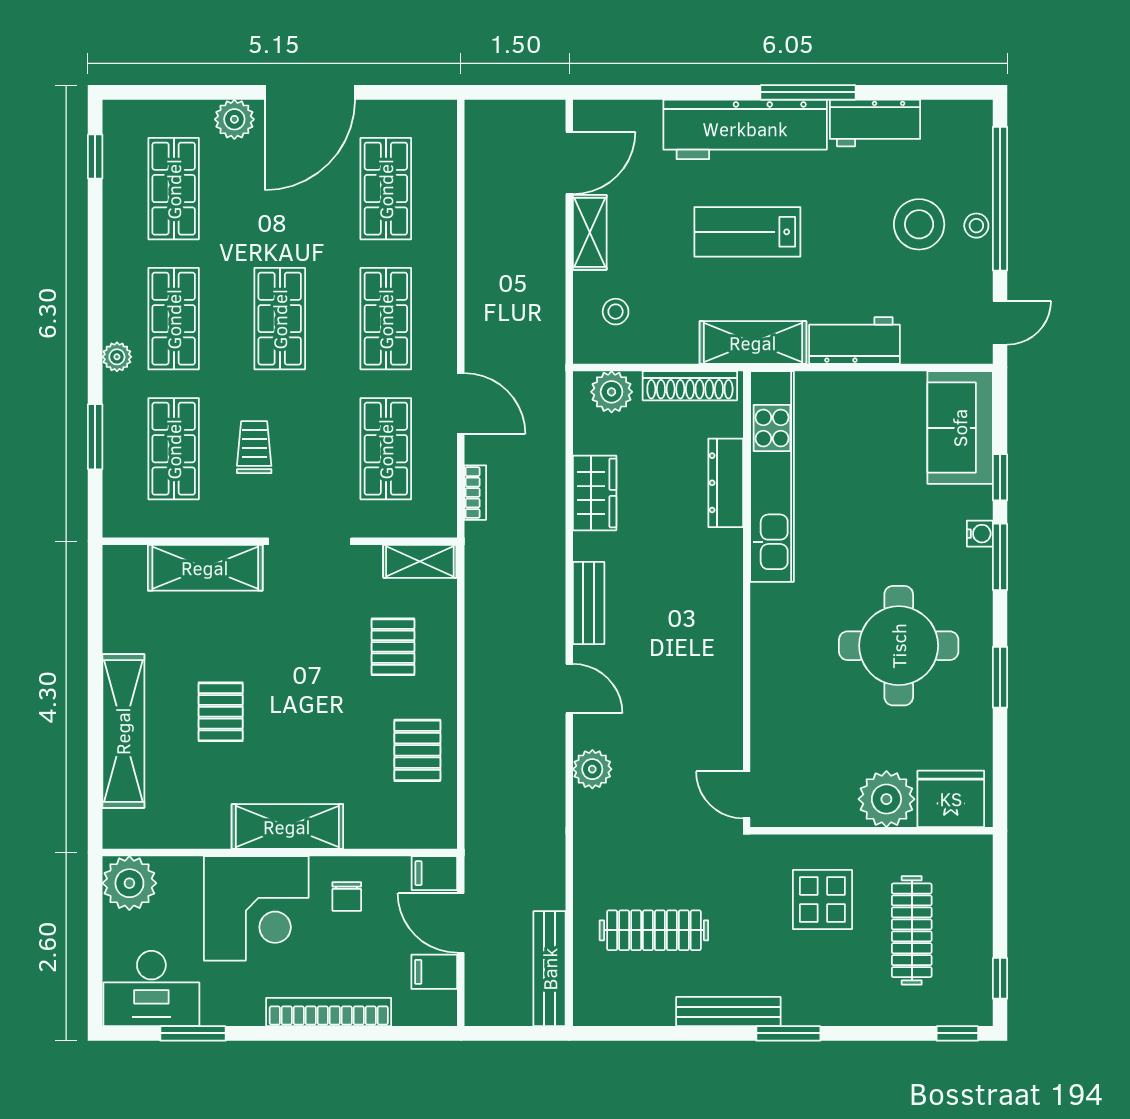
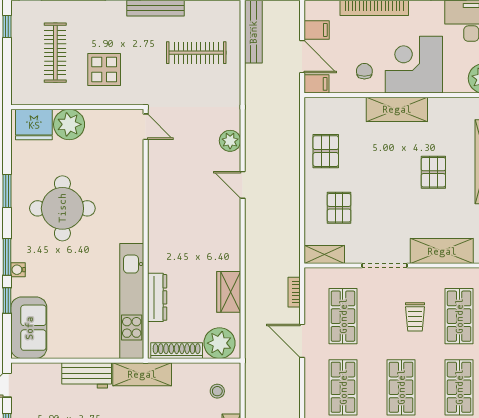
plant: (612, 392) -> (220, 343), width x1.36, depth x1.36
bench: (589, 603) -> (232, 232), removed

